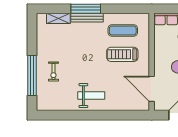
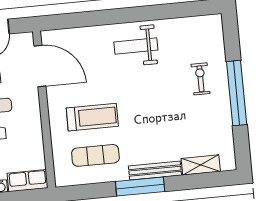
window: (86, 9) -> (140, 186), moved
window: (32, 76) -> (237, 93), moved

